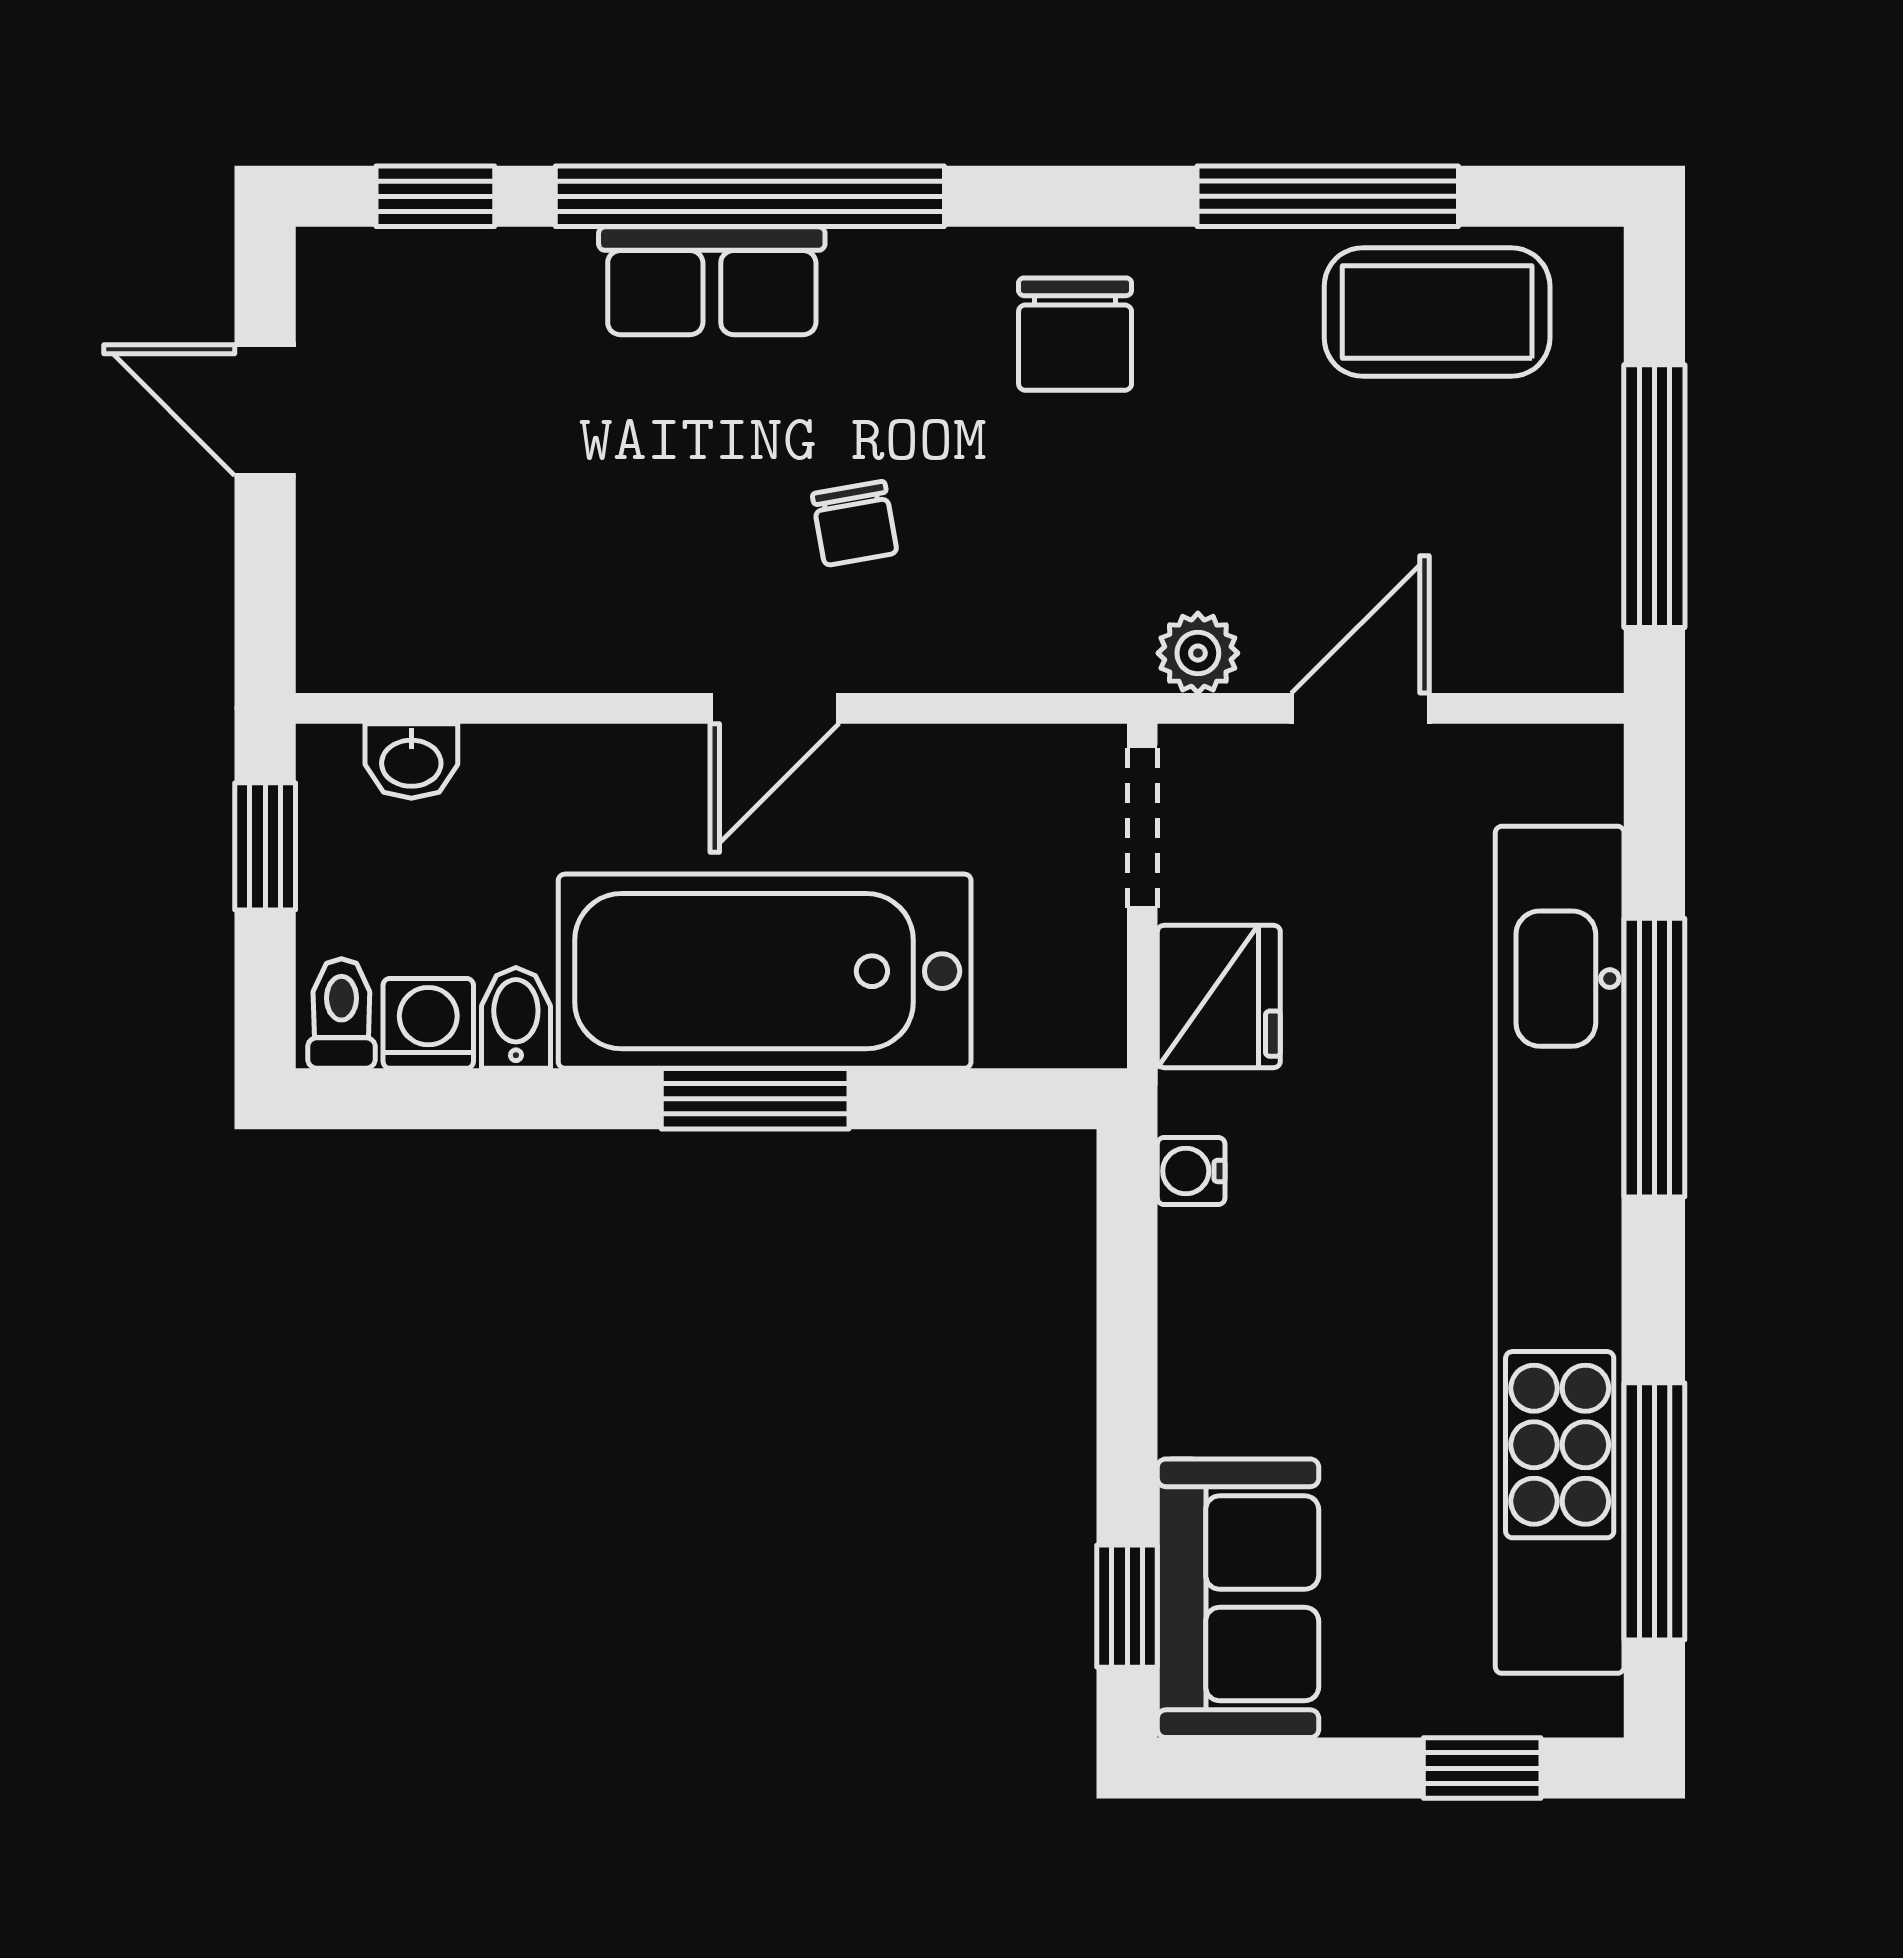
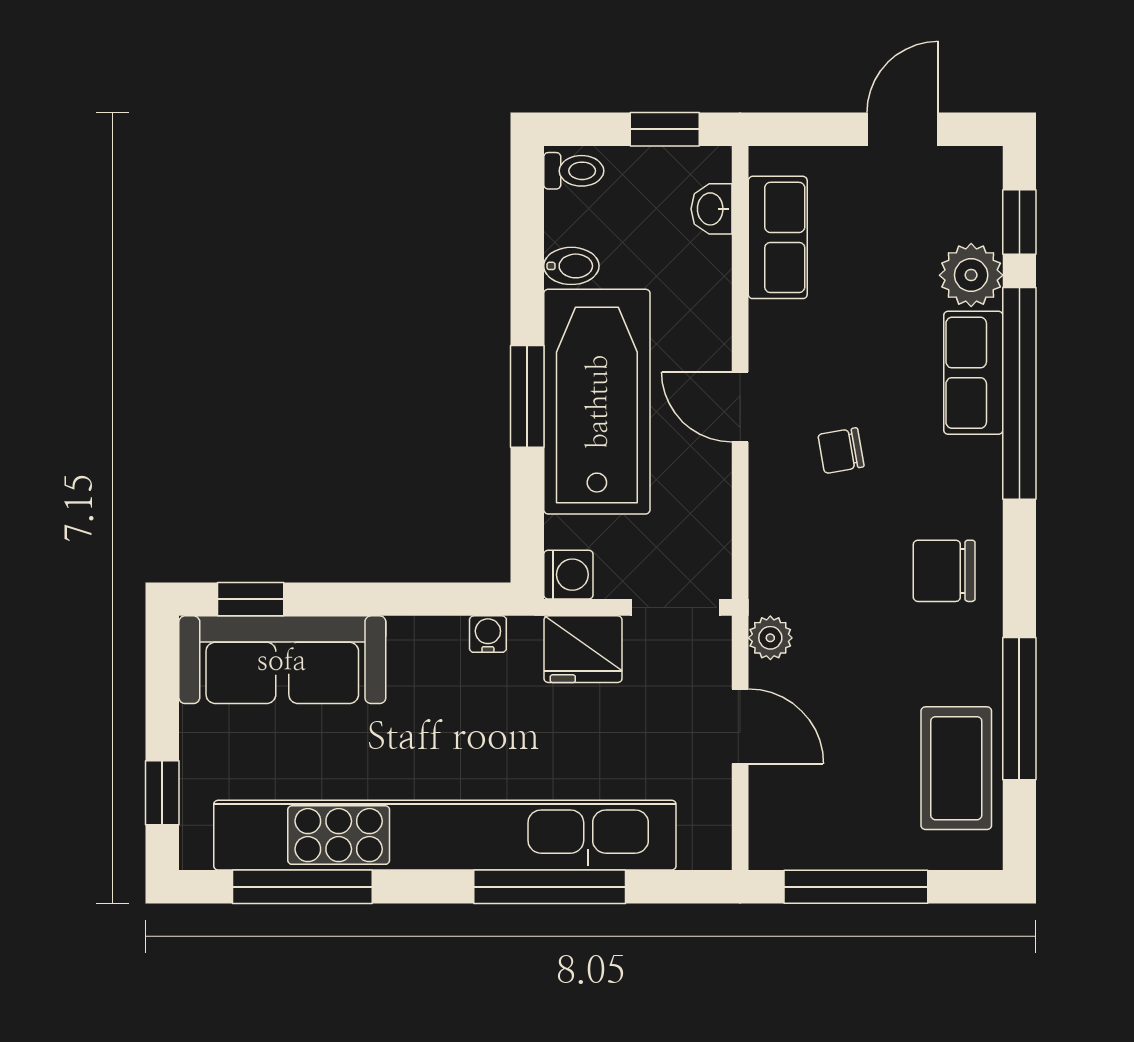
plant: (533, 285) -> (971, 275), added
row of seats: (464, 639) -> (778, 237), added
washing machine: (428, 1023) -> (568, 575), moved
sofa: (1238, 1598) -> (282, 660), width x1.36

